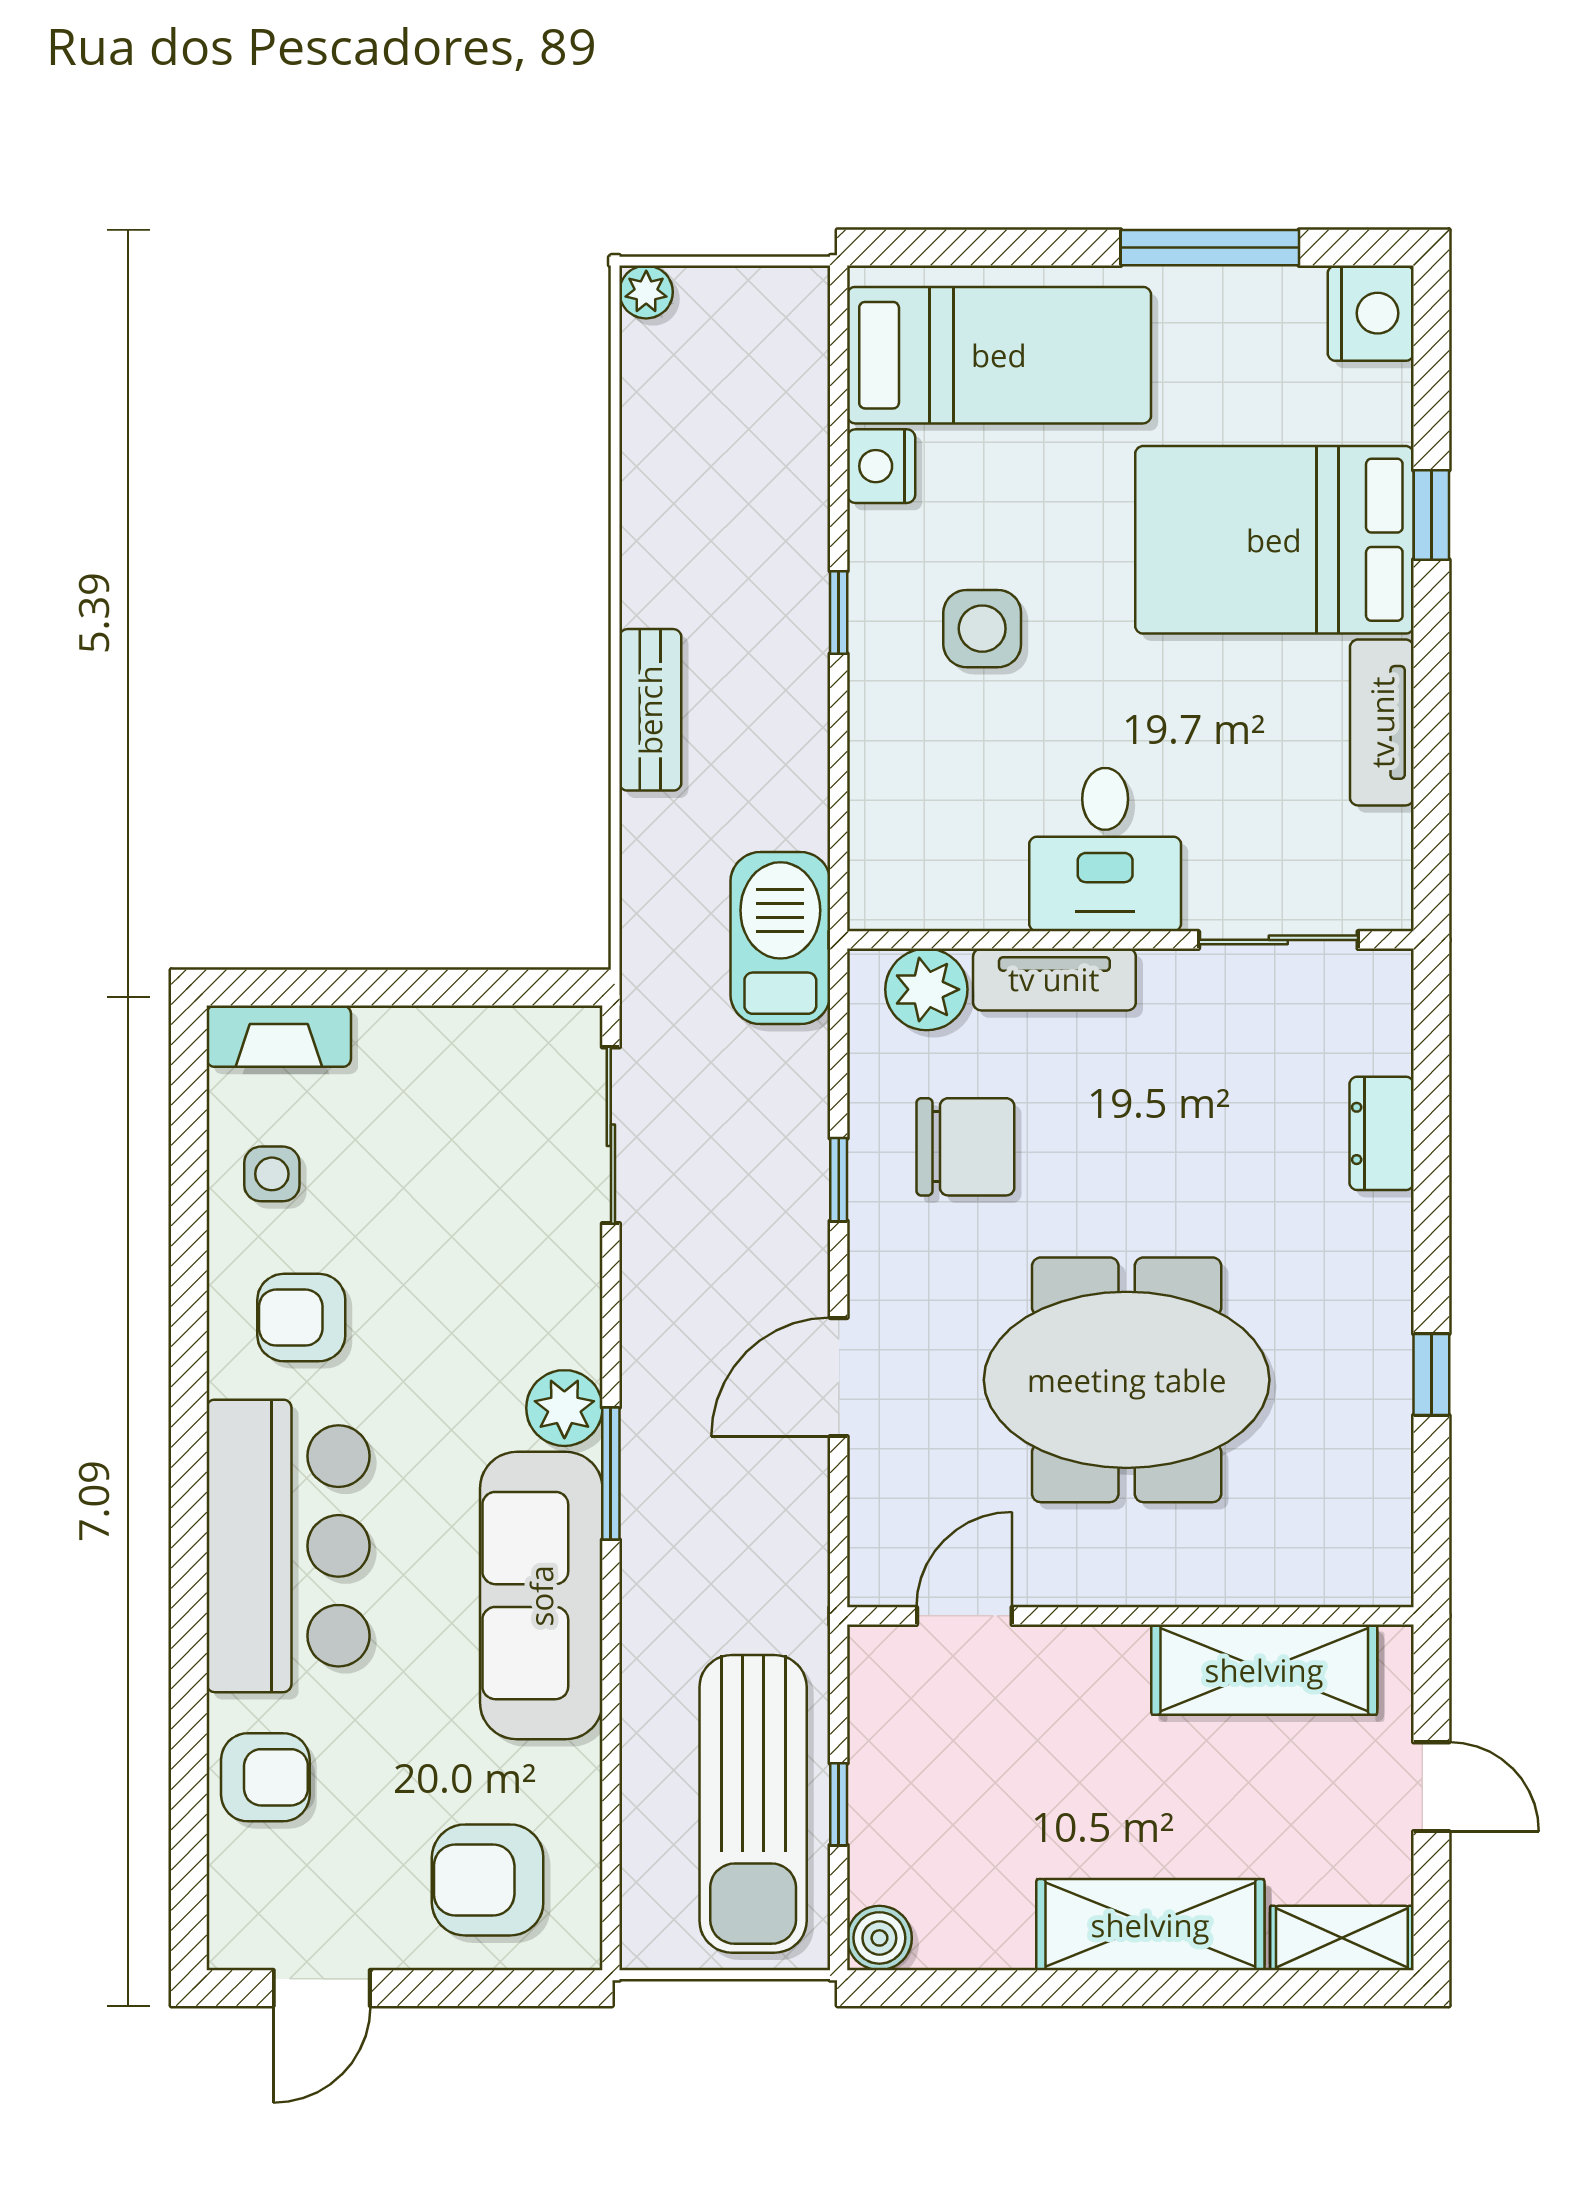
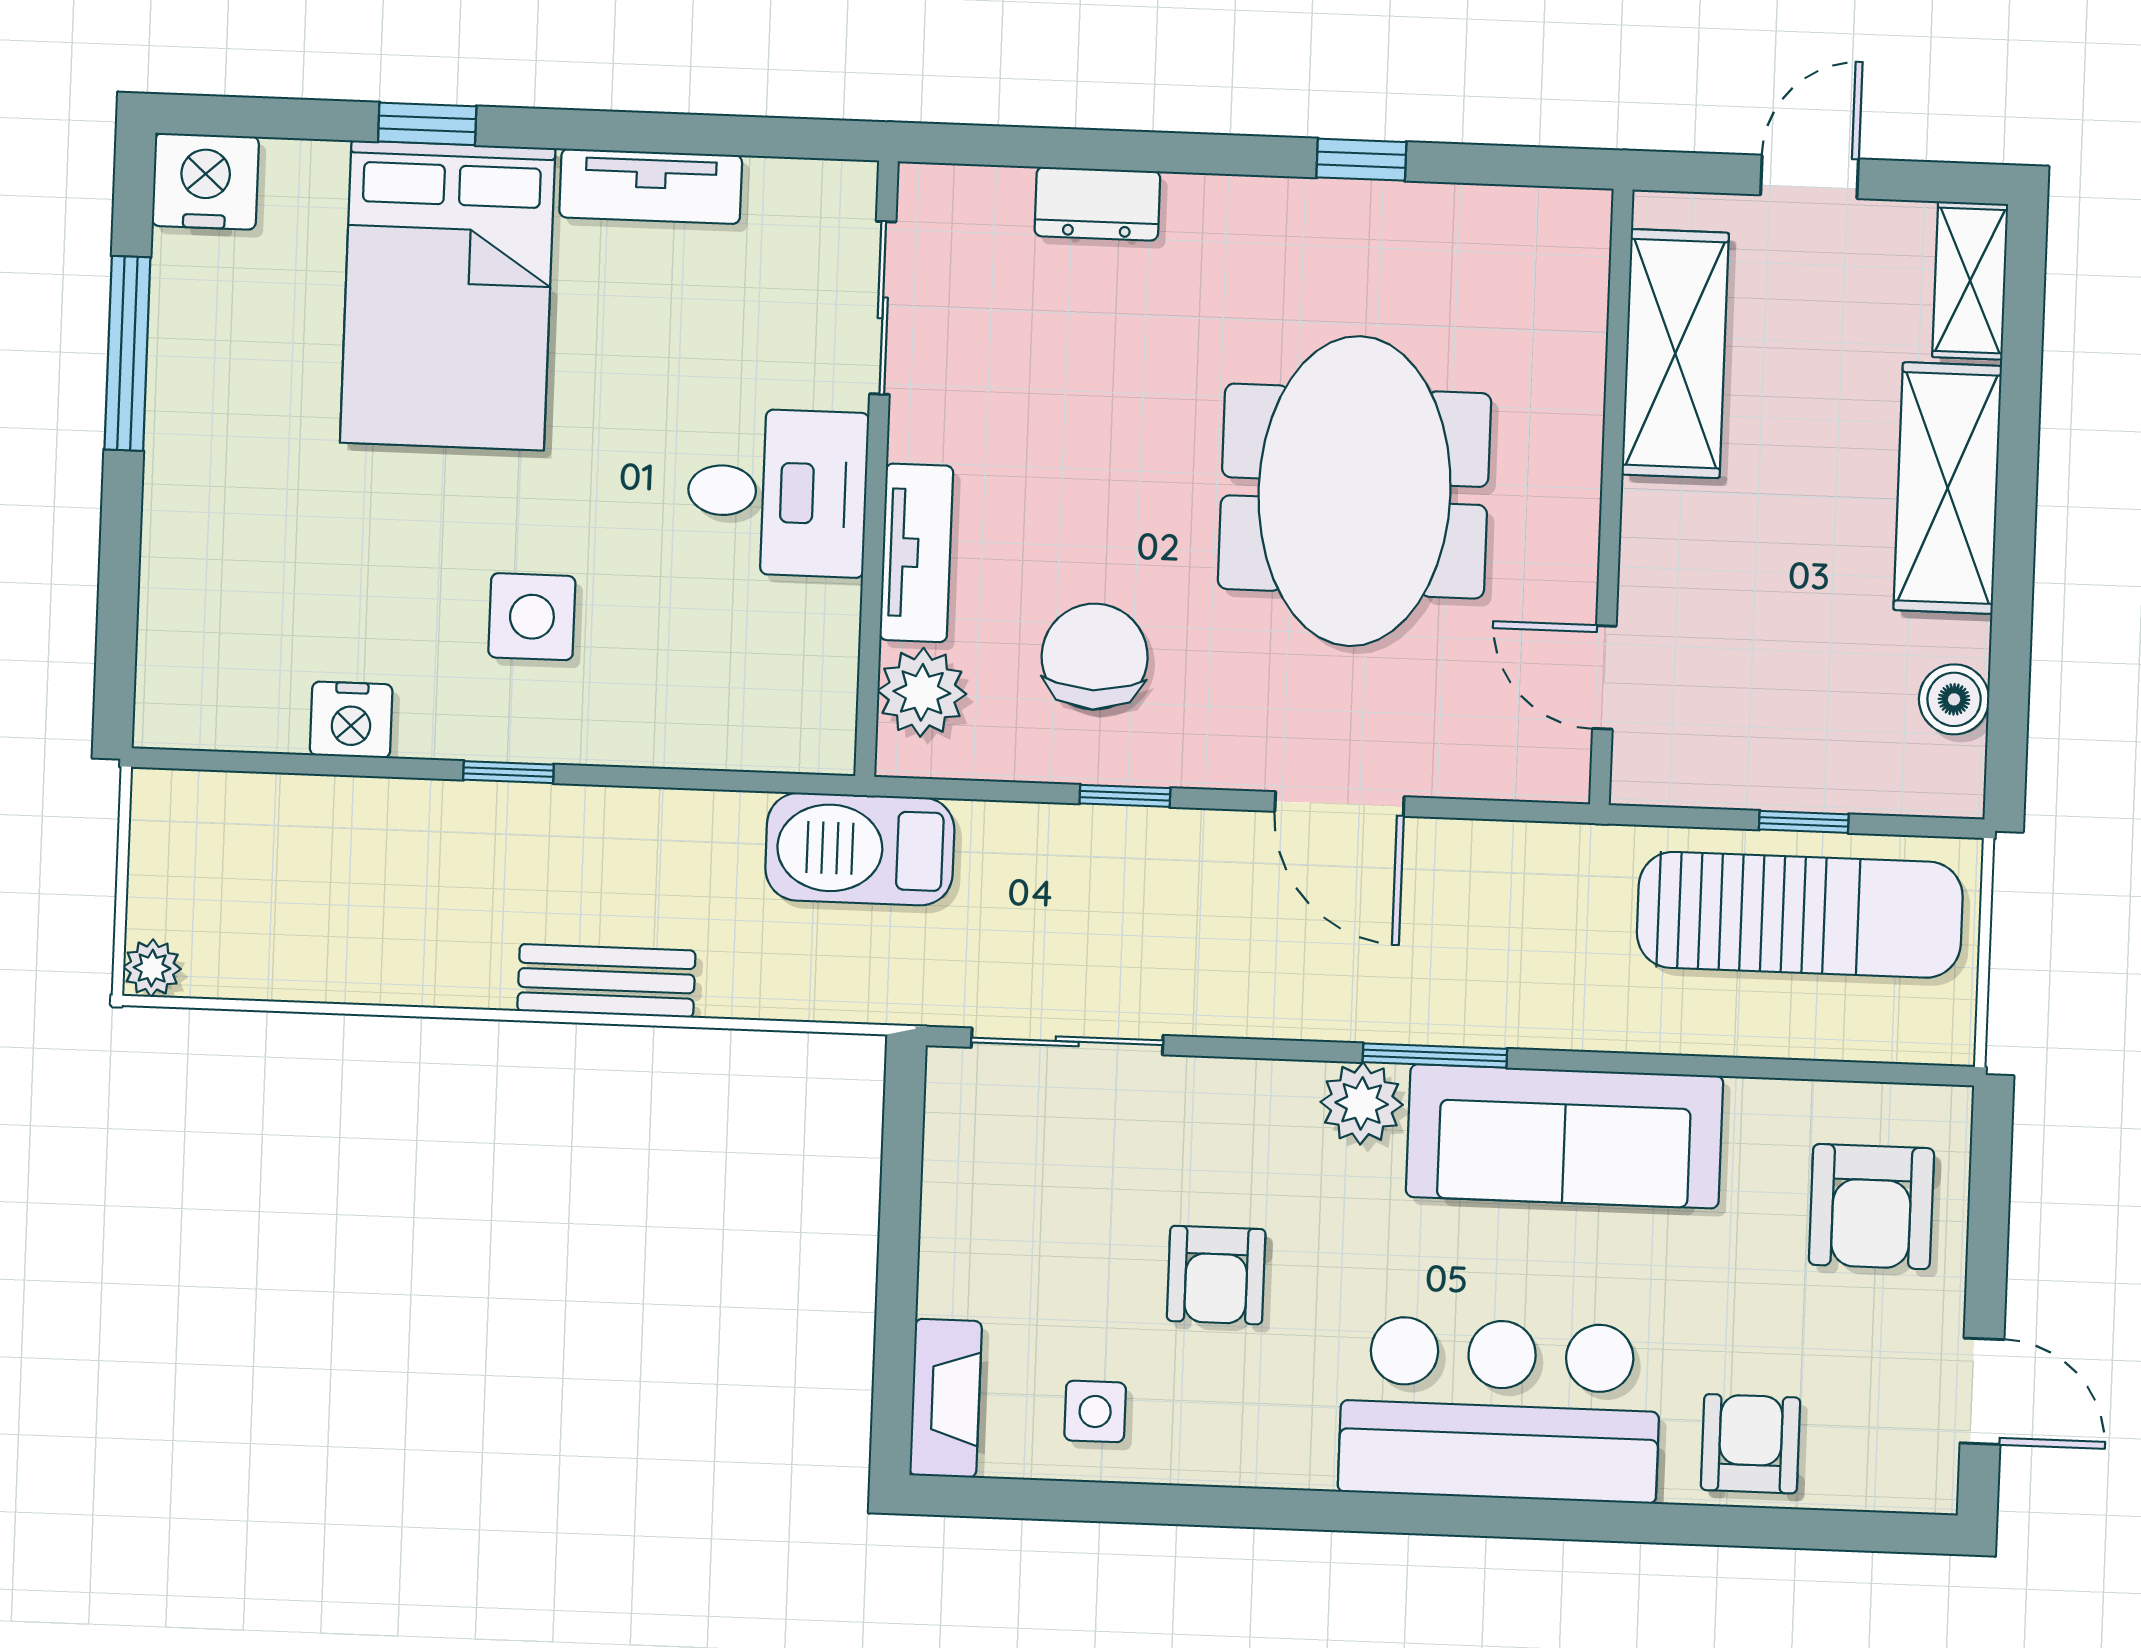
bed: (999, 355) -> (236, 587), removed
armchair: (301, 1318) -> (1216, 1275), moved
boiler: (879, 1938) -> (1954, 699), moved

